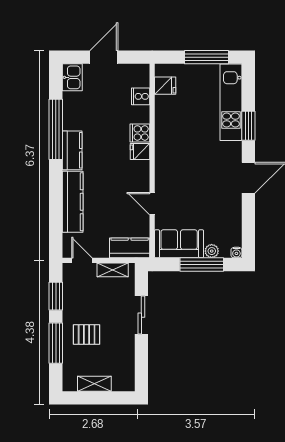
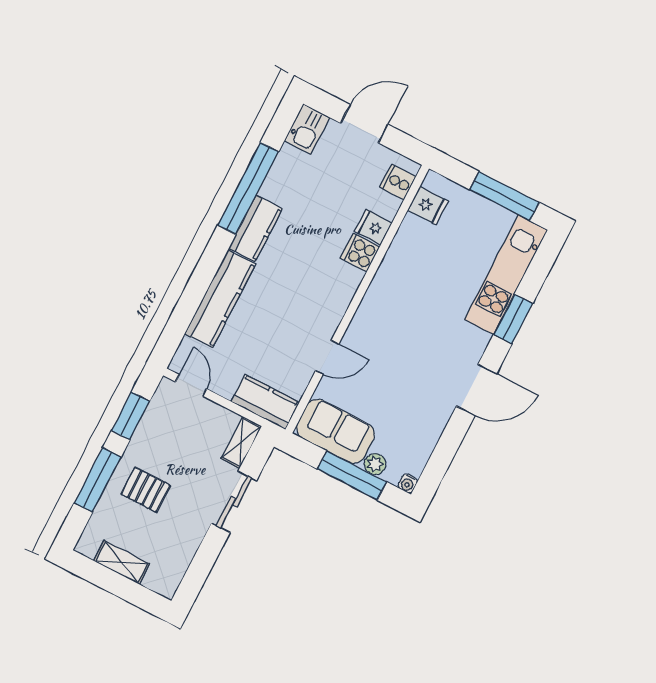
cooker: (141, 96) -> (398, 182), moved
fridge: (140, 152) -> (373, 227), moved
door: (152, 204) -> (327, 357), swing flipped
shelving: (113, 270) -> (241, 442), moved, turned 90

